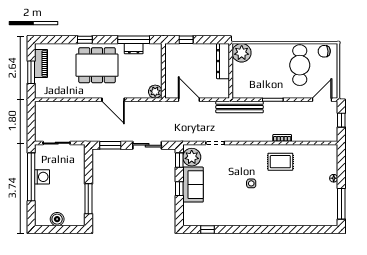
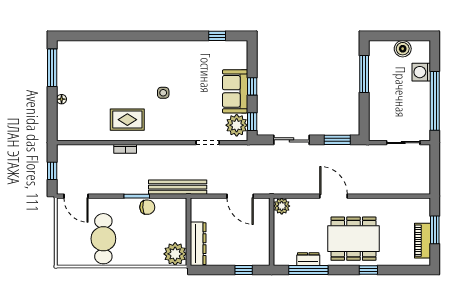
chair: (324, 51) -> (147, 207), moved
door: (322, 100) -> (76, 196), hinge flipped
washing machine: (42, 177) -> (421, 72), moved

